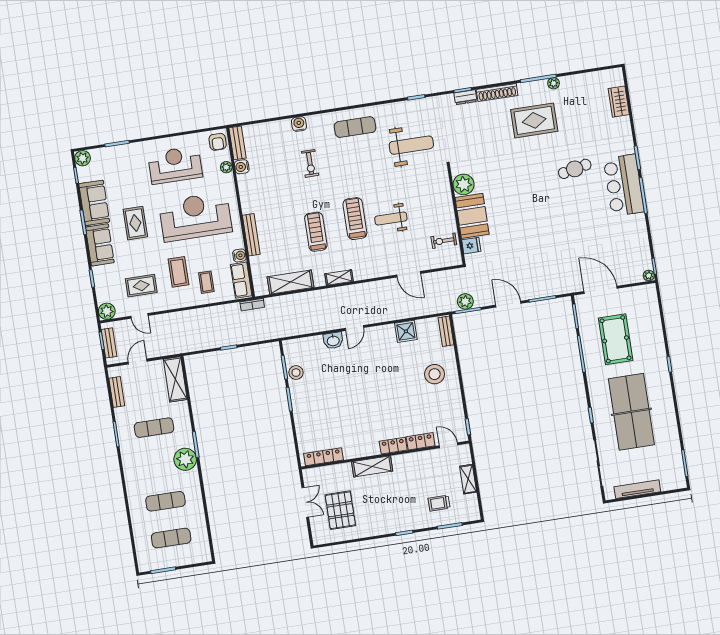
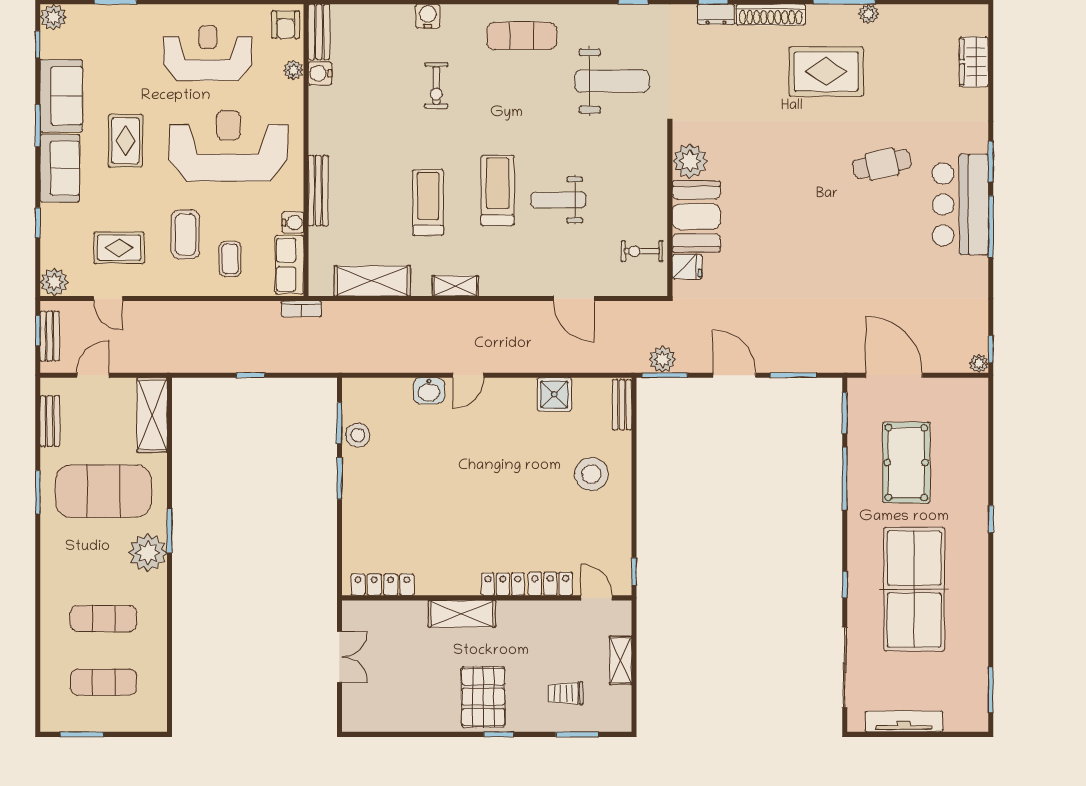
exercise mat: (154, 428) -> (104, 491), width x2.00, depth x1.45
pallet: (340, 510) -> (483, 697), moved

